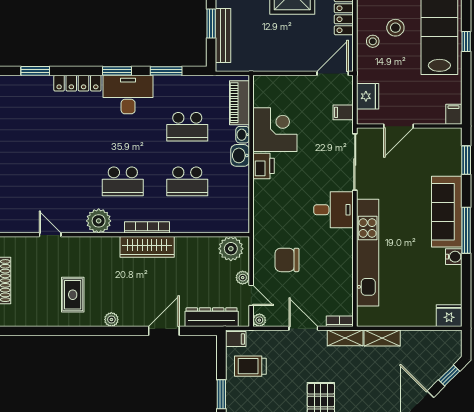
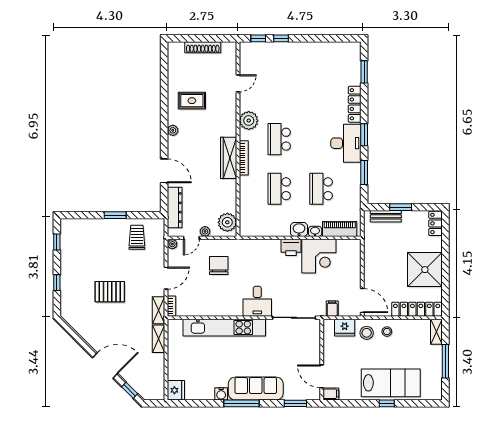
stool: (395, 28) -> (367, 333), moved
bench: (223, 36) -> (386, 216), width x0.73
door: (398, 126) -> (322, 376), moved
filing cabinet: (236, 339) -> (158, 226), removed

